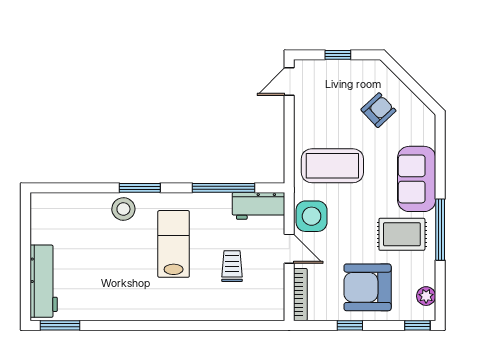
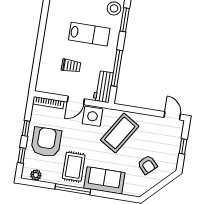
coffee table: (332, 166) -> (120, 133), turned 32
window: (417, 325) -> (22, 155), moved

